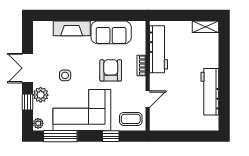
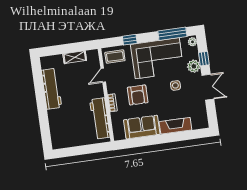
shelving: (206, 27) -> (75, 57), moved

